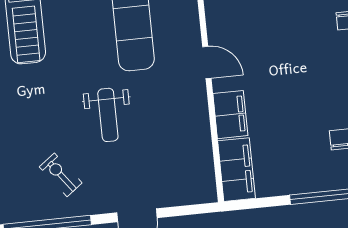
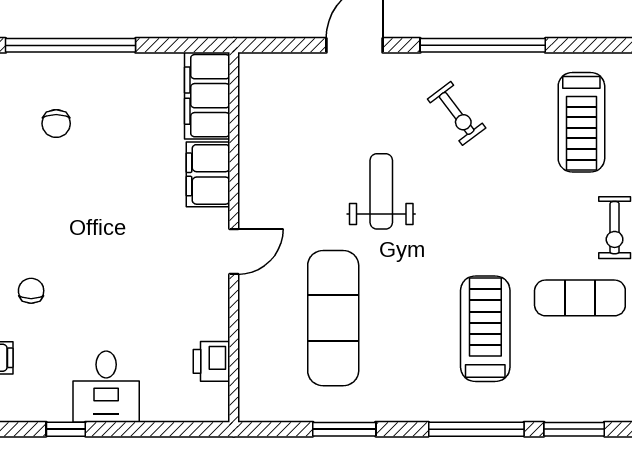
door: (207, 62) -> (234, 252), swing flipped

